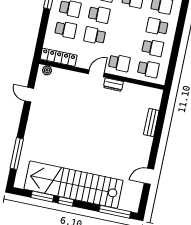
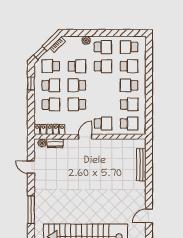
school desk: (99, 14) -> (77, 85), turned 180
dresser: (113, 85) -> (55, 143), moved
bench: (151, 122) -> (141, 165), width x1.36
window: (17, 154) -> (31, 210), moved

